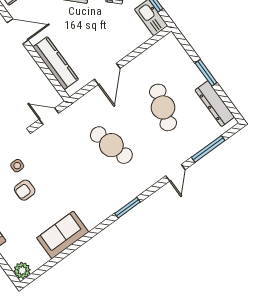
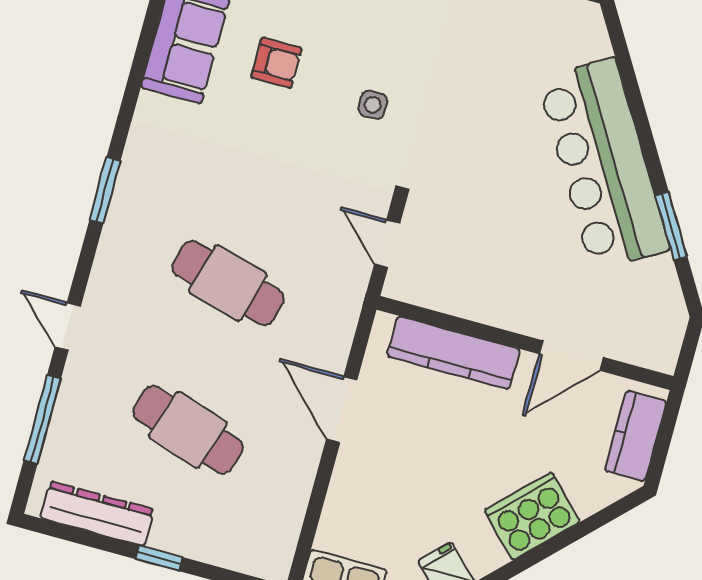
window: (206, 73) -> (159, 558), width x0.67
door: (49, 116) -> (387, 244), swing flipped
cafe table: (111, 145) -> (228, 283), turned 30
armchair: (25, 190) -> (277, 63), moved, turned 90

